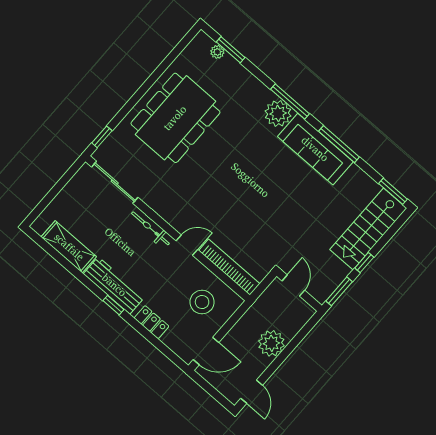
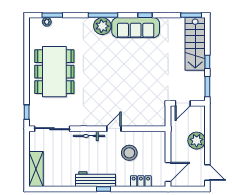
window: (339, 144) -> (145, 15), width x0.46
shelving: (69, 247) -> (36, 169), moved, turned 90
bookcase: (229, 267) -> (144, 121), removed
door: (293, 286) -> (183, 103), swing flipped
stool: (202, 302) -> (129, 153), moved
locker: (151, 322) -> (141, 181), moved

